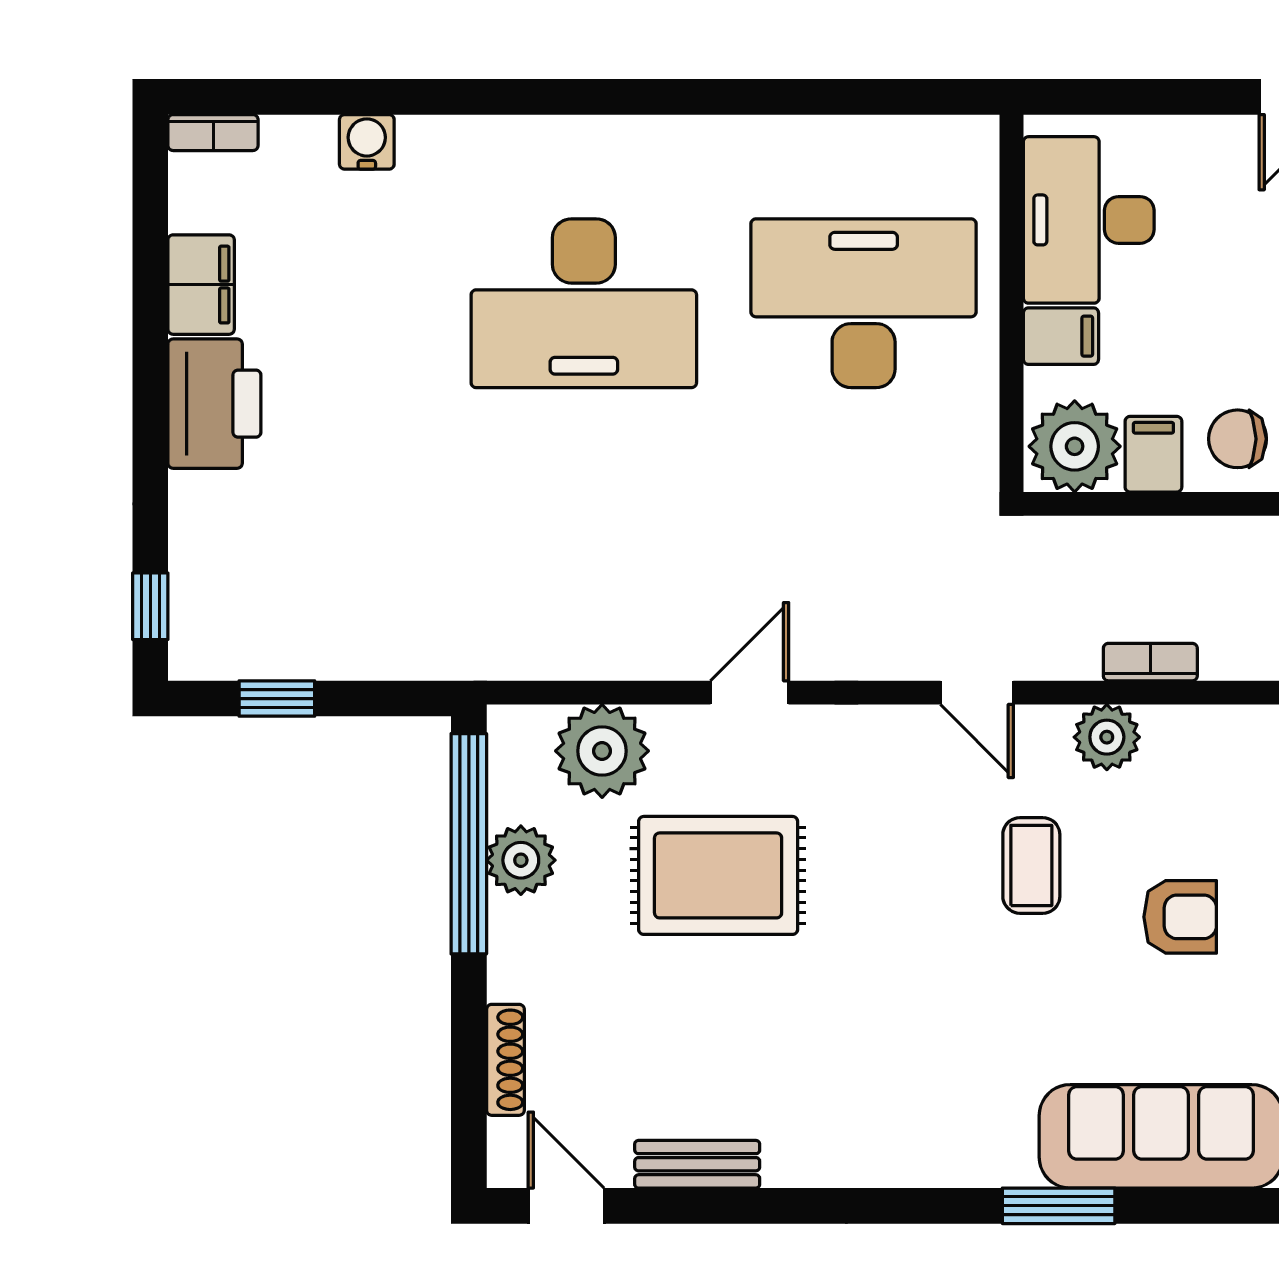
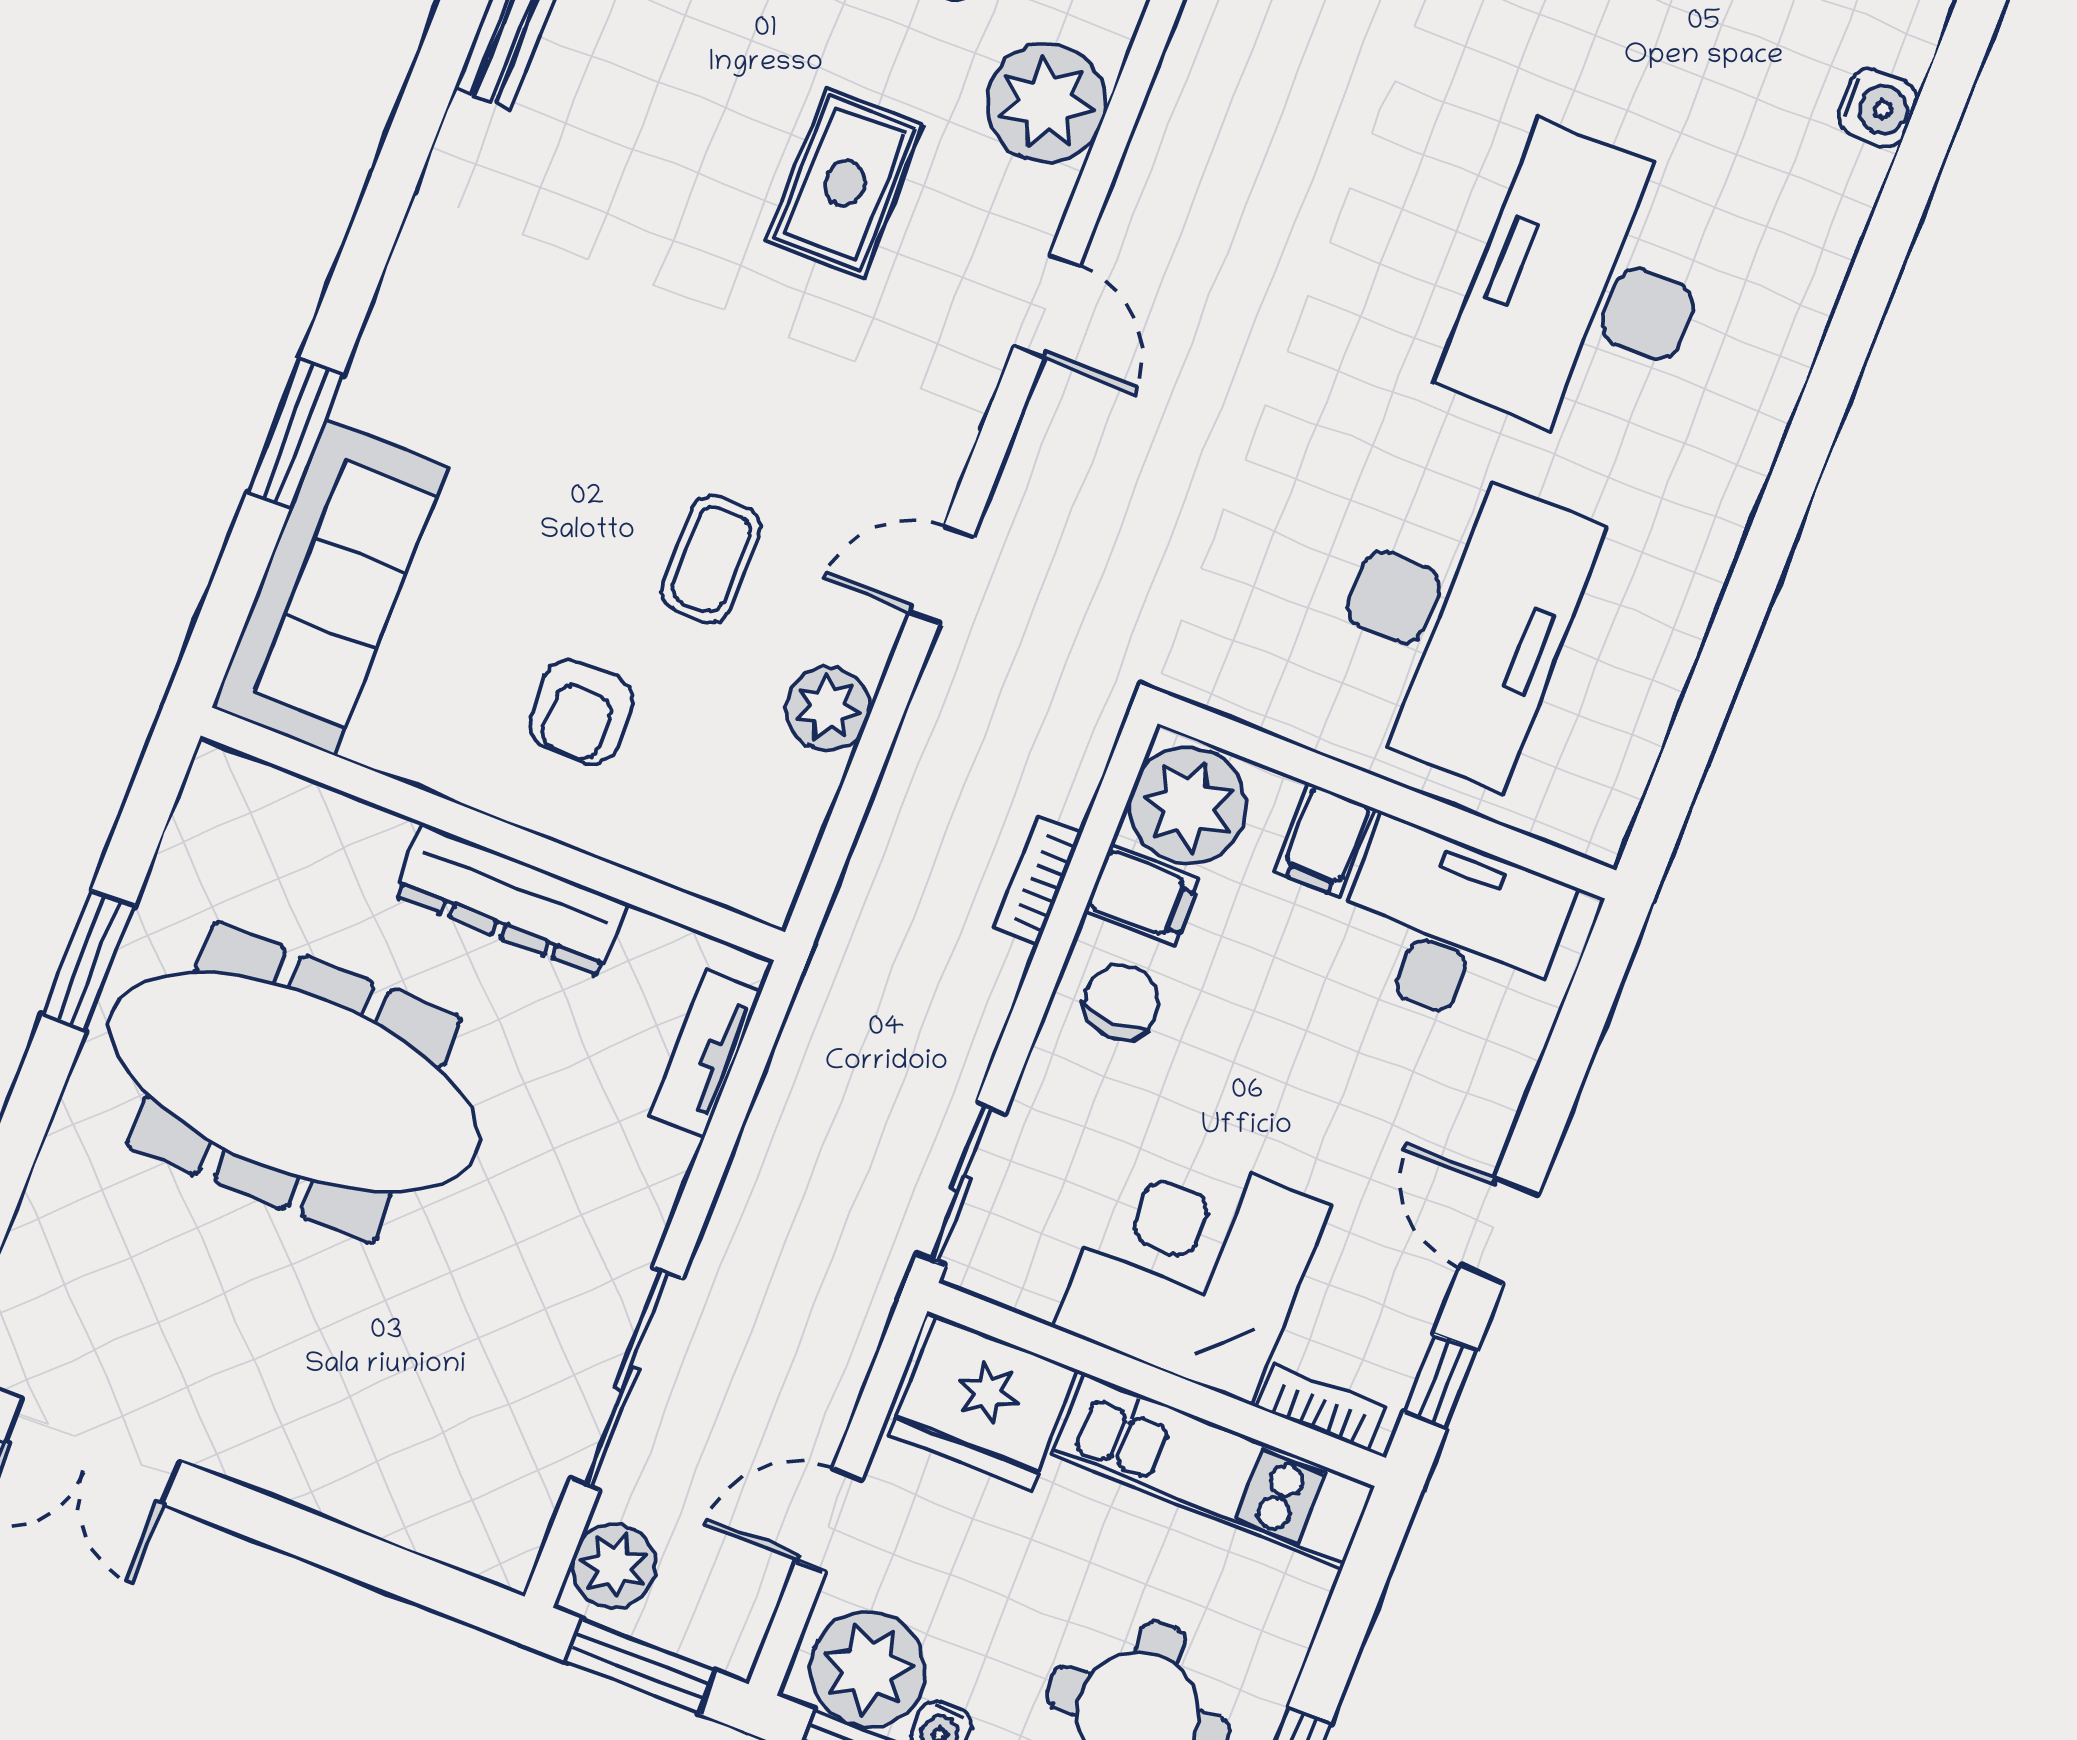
bookcase: (1150, 662) -> (1038, 880), moved, turned 180
coffee table: (1031, 865) -> (711, 559), turned 90
rug: (718, 875) -> (845, 183), width x0.73, depth x0.70

